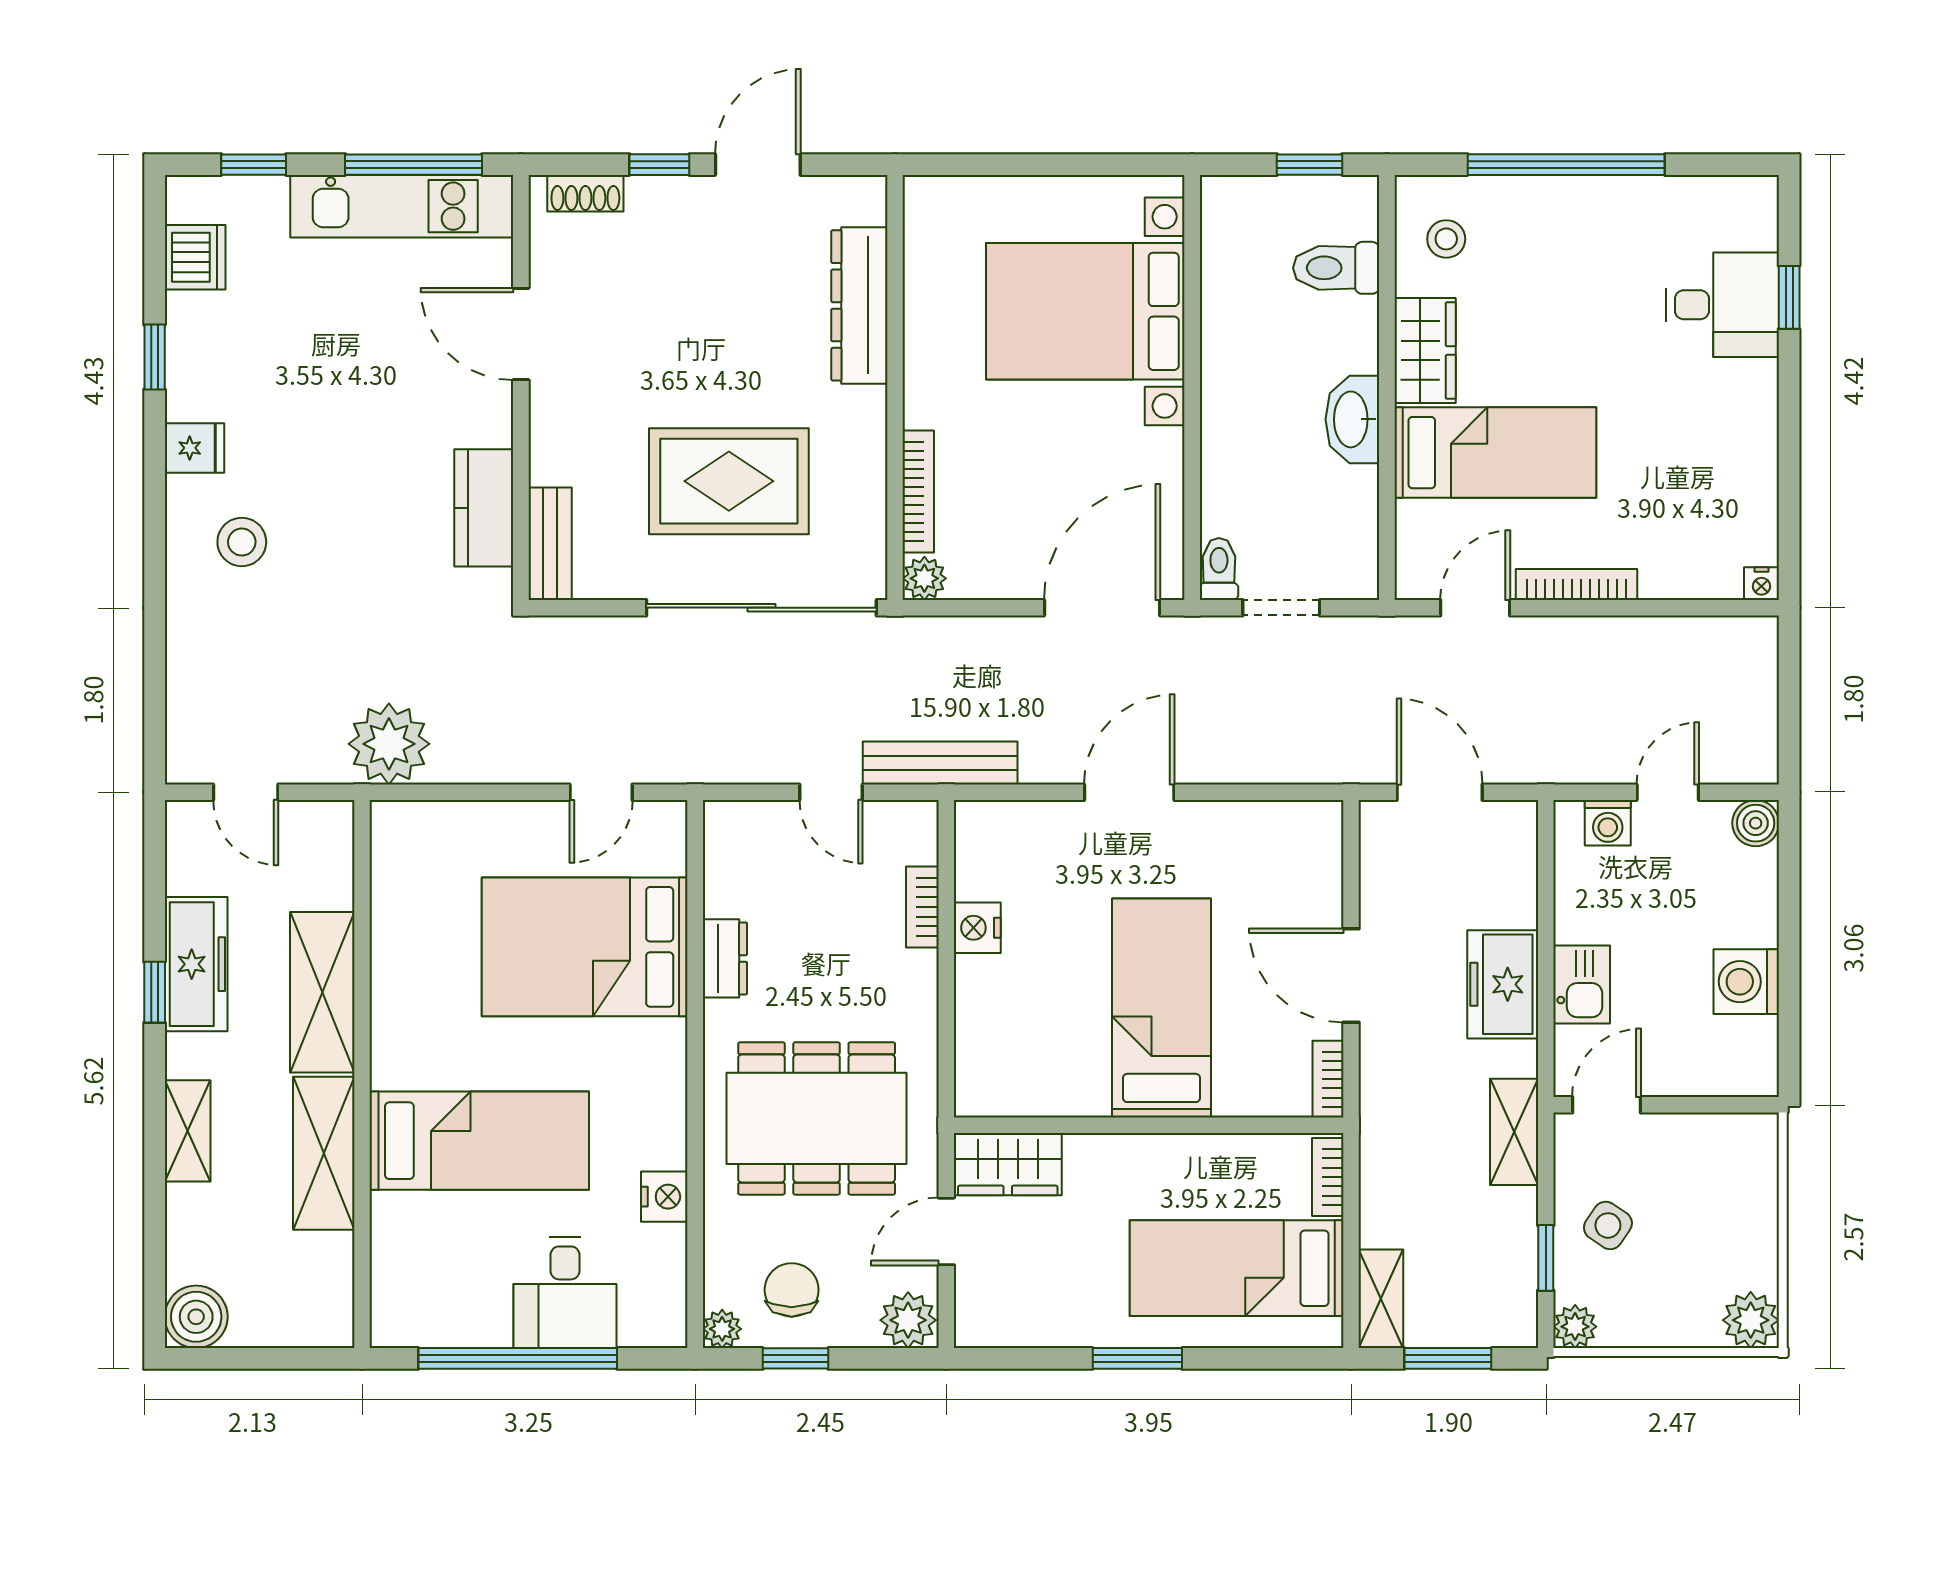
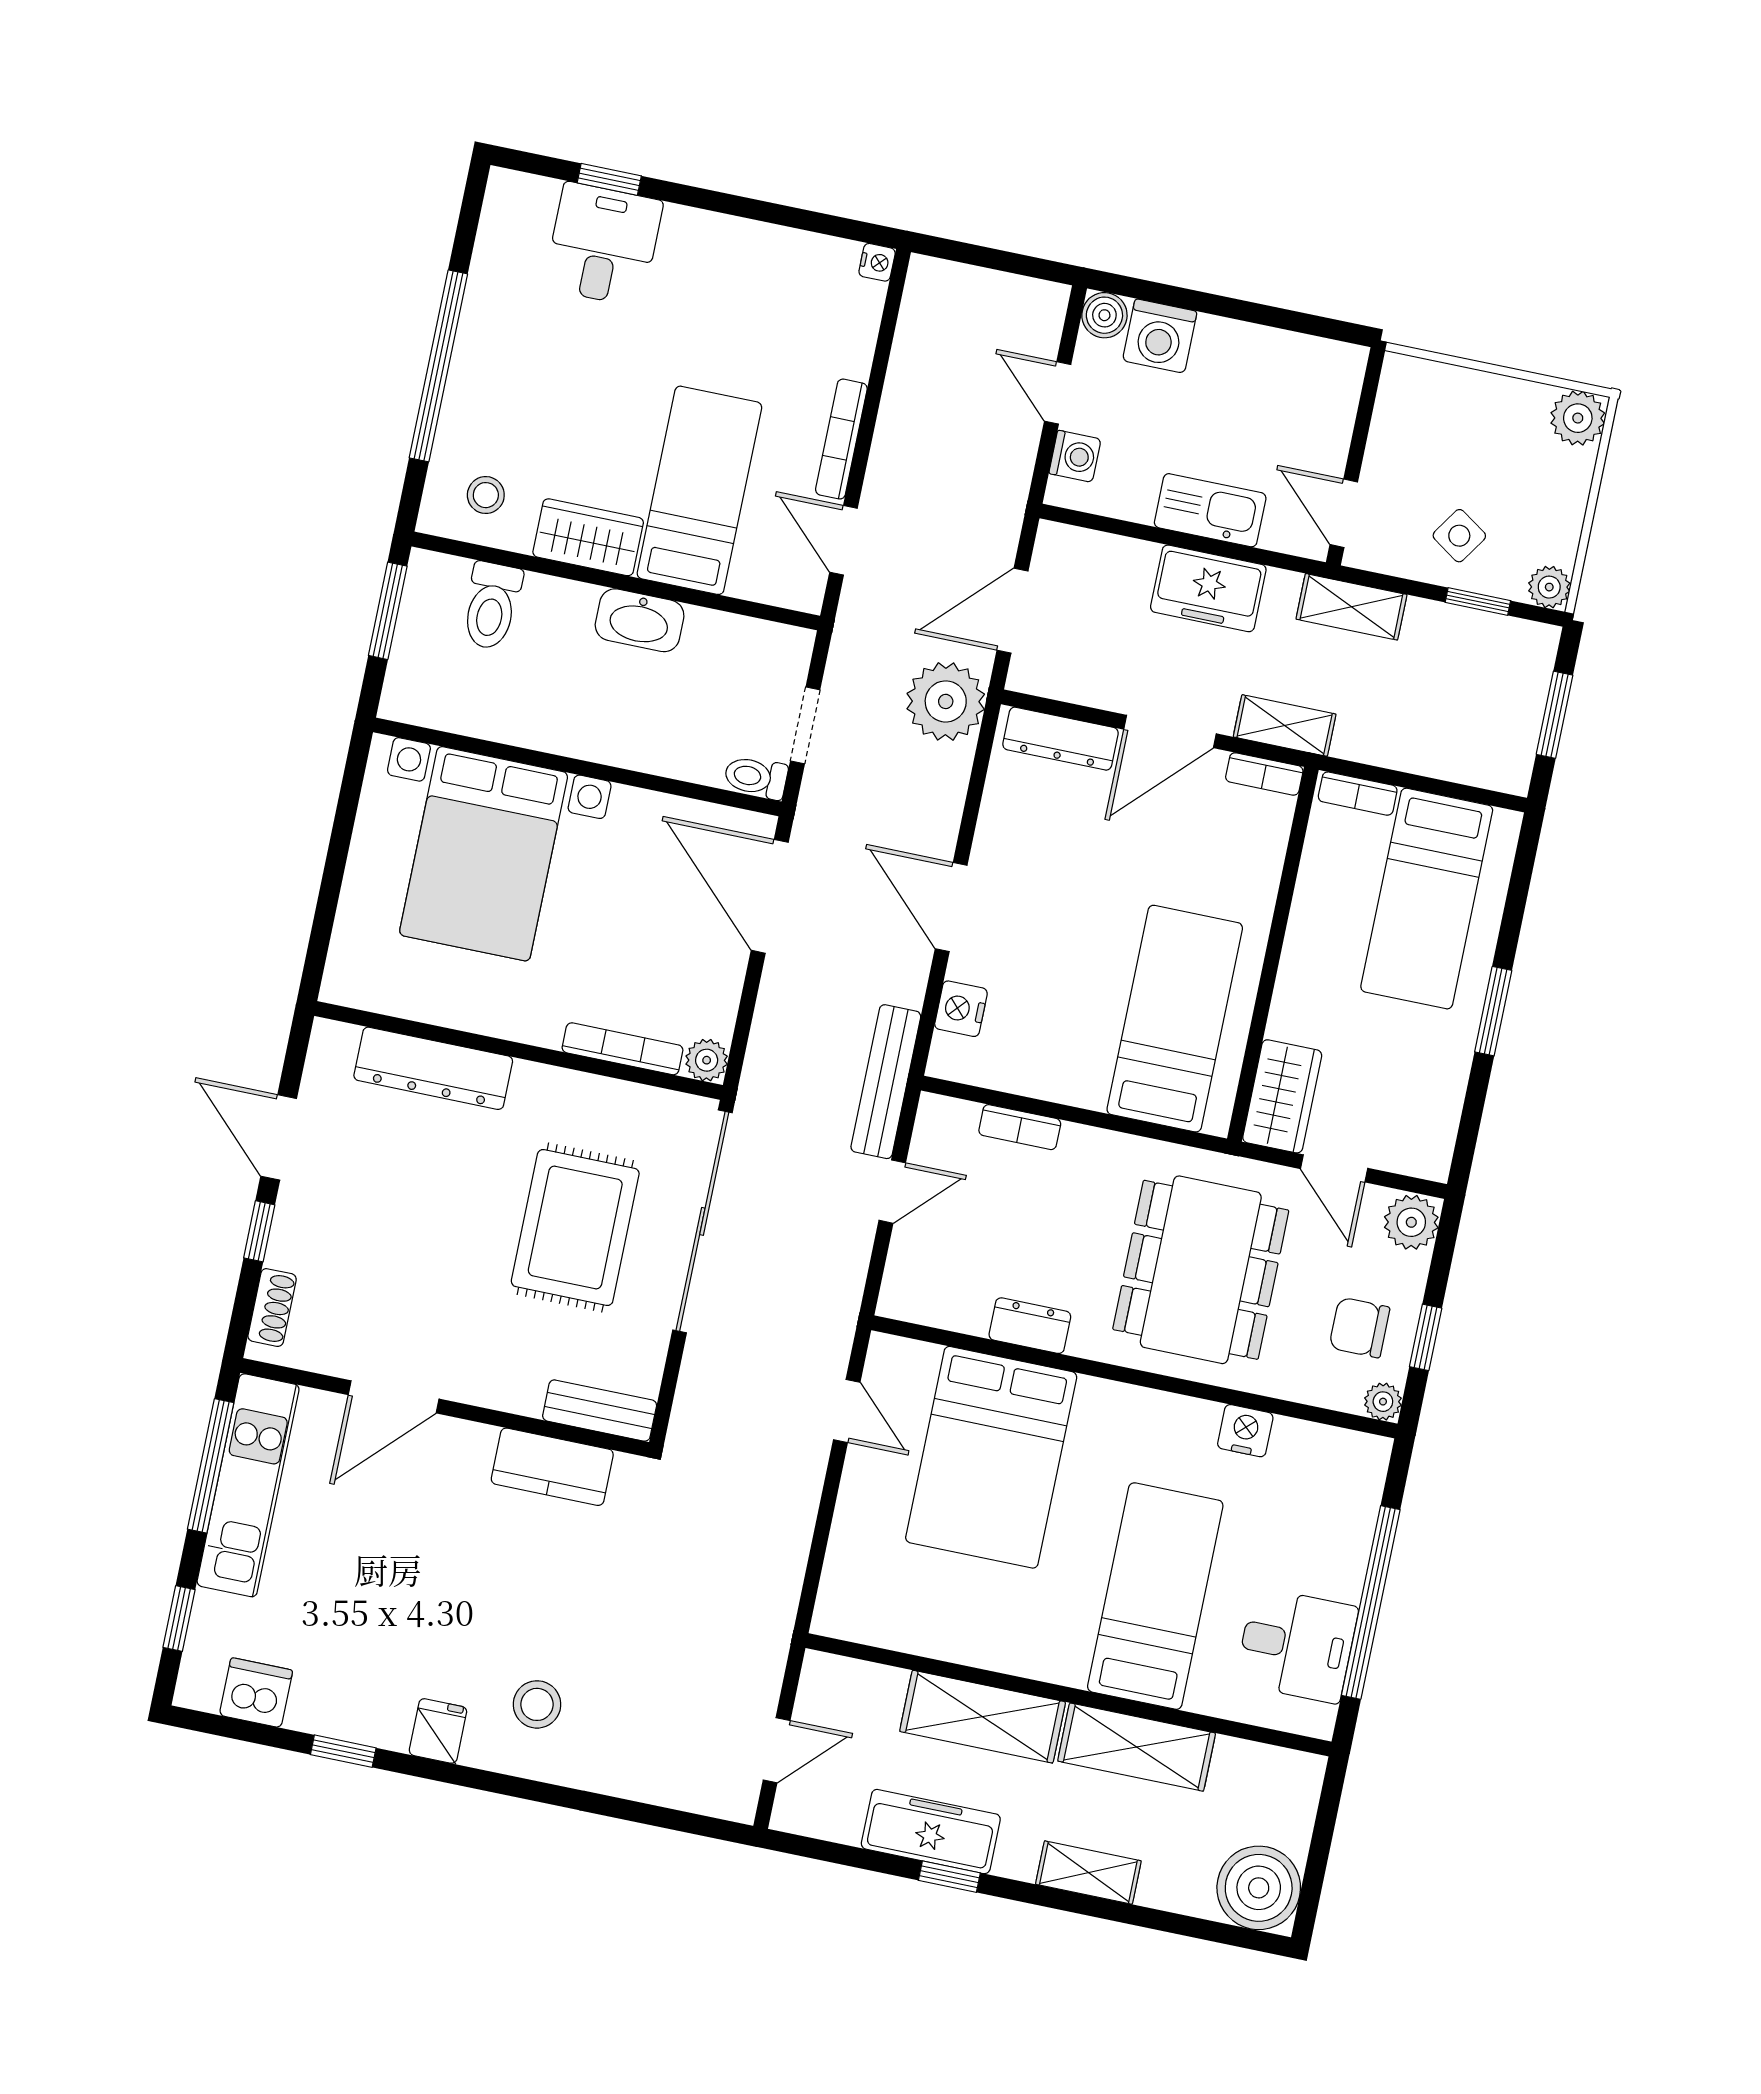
window: (1309, 165) -> (388, 611), width x1.50
plant: (389, 744) -> (946, 701), moved
dresser: (1321, 867) -> (1060, 739), added
nightstand: (977, 928) -> (961, 1009), moved, turned 90
washing machine: (1746, 982) -> (1160, 336), moved
kitchen sink: (1582, 984) -> (1210, 510), width x1.38
bed: (1161, 1008) -> (1175, 1019), moved, turned 90
desk: (565, 1293) -> (1297, 1645), moved
shelving: (1381, 1299) -> (1285, 725), moved
boiler: (196, 1317) -> (1259, 1888), width x1.37, depth x1.37

